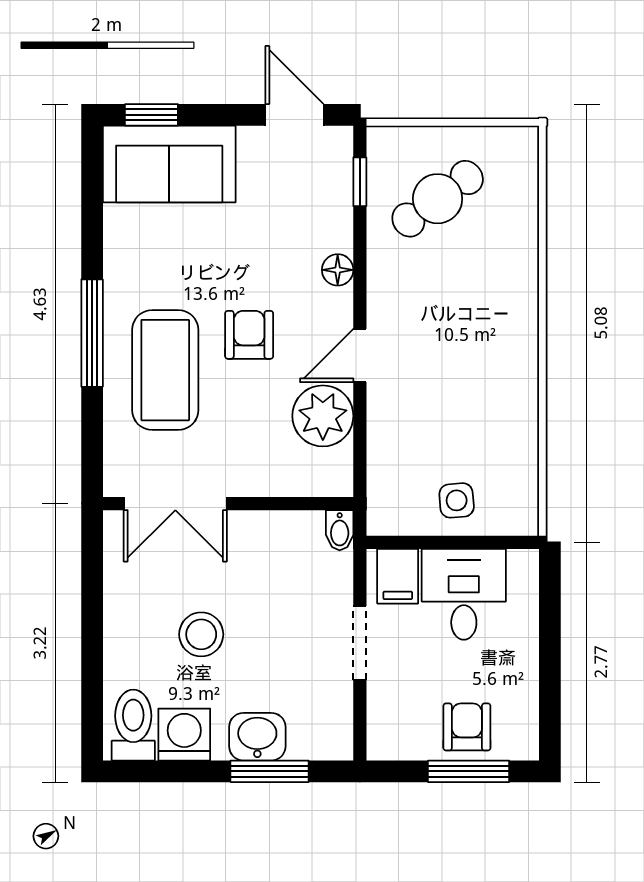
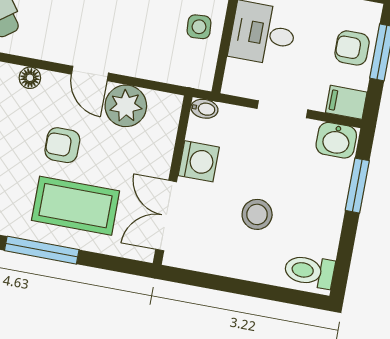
double door: (175, 504) -> (166, 216), swing flipped
filing cabinet: (398, 576) -> (346, 102), moved, turned 180
washing machine: (184, 735) -> (199, 161), moved, turned 180
washbasin: (257, 737) -> (336, 140), moved, turned -90

